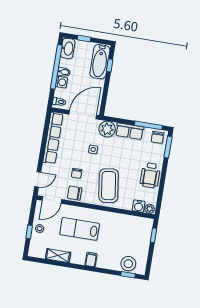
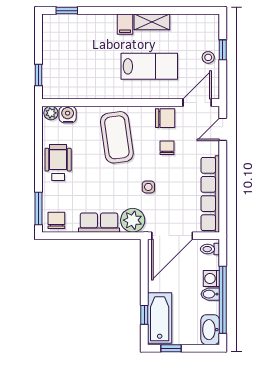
window: (84, 38) -> (171, 348), moved
window: (148, 125) -> (73, 236), removed
shelving: (58, 256) -> (152, 22), moved
stool: (128, 264) -> (69, 27), removed

